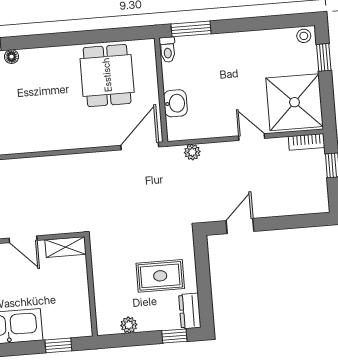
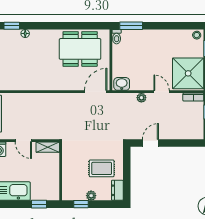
dining table: (107, 75) -> (80, 49), width x1.38
washbasin: (175, 103) -> (122, 84), moved, turned -90
plant: (192, 152) -> (141, 98), moved
plant: (129, 325) -> (91, 196), moved
window: (174, 336) -> (81, 204), moved

